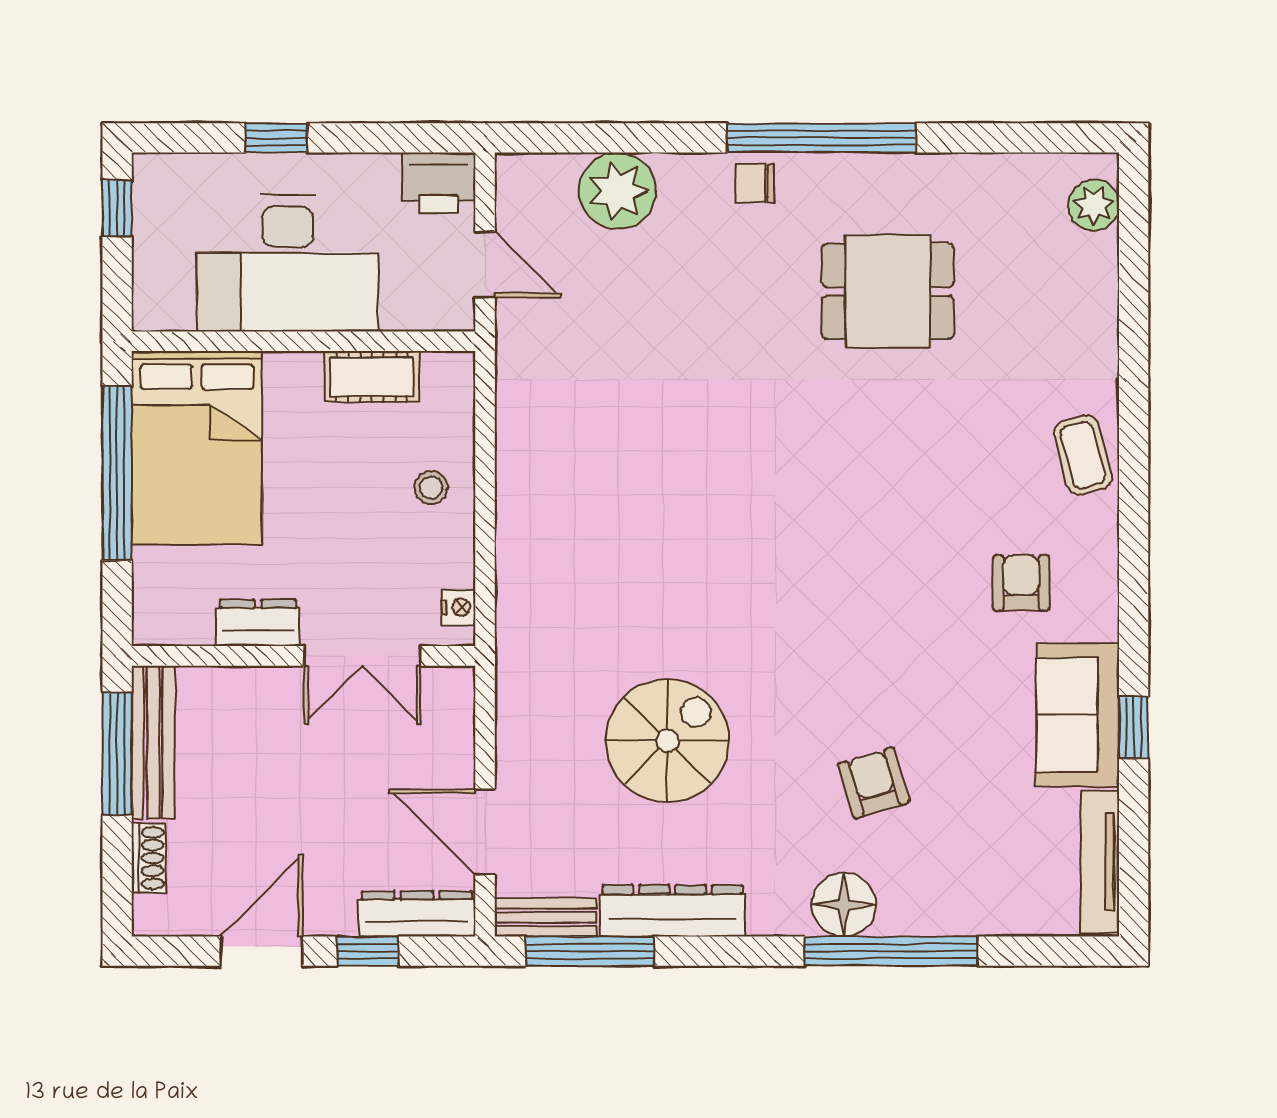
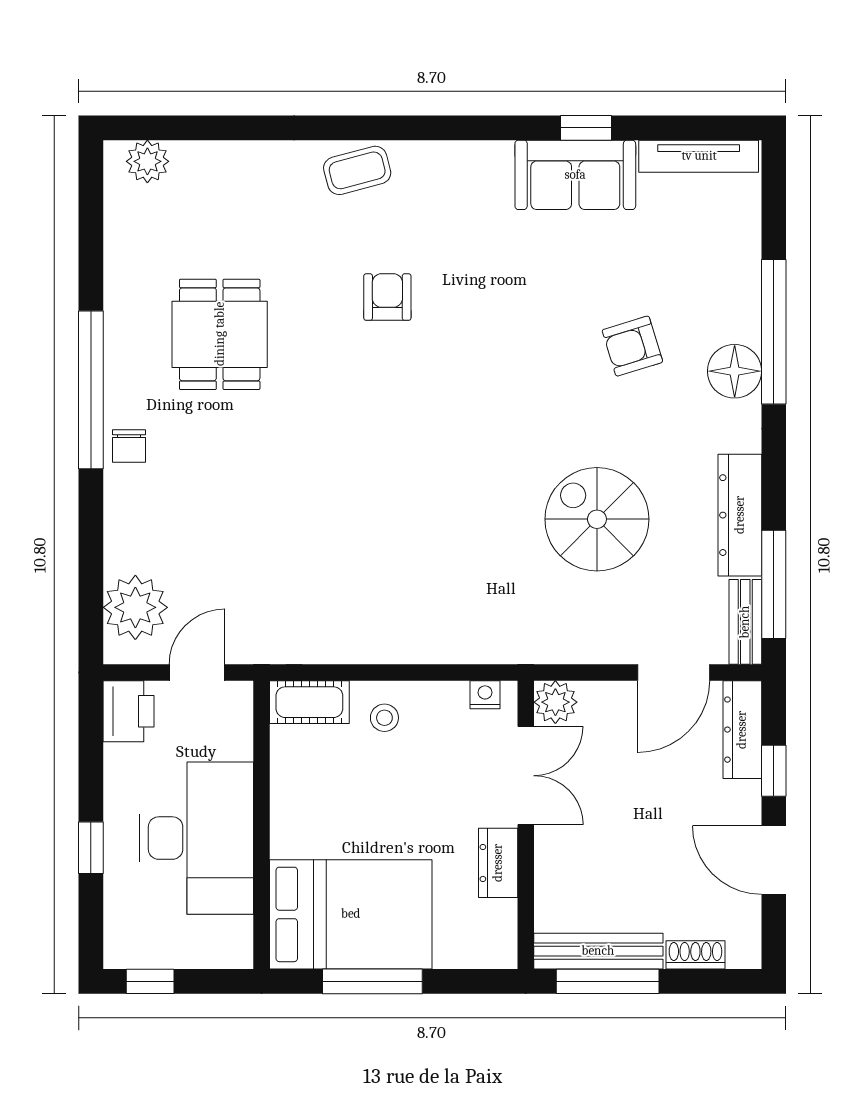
plant: (617, 191) -> (135, 607), moved
cot: (372, 377) -> (309, 702), moved, turned 90
window: (117, 473) -> (372, 981), width x0.68
armchair: (1021, 583) -> (387, 297), moved, turned 90
plant: (450, 691) -> (555, 702), added

